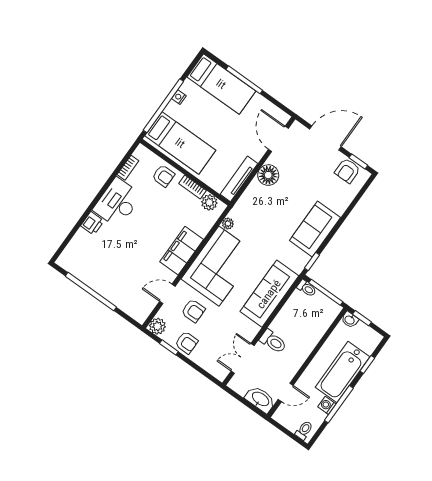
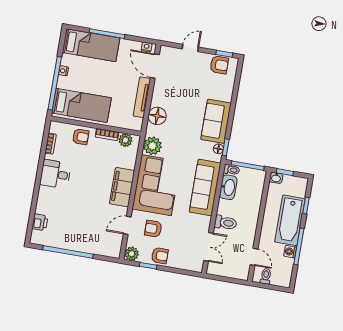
nightstand: (279, 114) -> (147, 47), added
door: (325, 138) -> (190, 48), width x0.53
armchair: (347, 171) -> (219, 65), turned -90
floor lamp: (268, 175) -> (157, 116), moved
tv unit: (239, 179) -> (142, 97), moved
desk: (117, 203) -> (55, 174), width x0.73
printer: (92, 223) -> (40, 222), moved
plant: (228, 224) -> (152, 146), width x1.87, depth x1.87
floor lamp: (303, 259) -> (218, 149), added
armchair: (193, 311) -> (153, 229), turned 180
double door: (243, 358) -> (208, 247), swing flipped
door: (286, 392) -> (254, 257), hinge flipped
washbasin: (260, 399) -> (228, 187), moved, turned 90
toilet: (304, 430) -> (266, 276), moved

